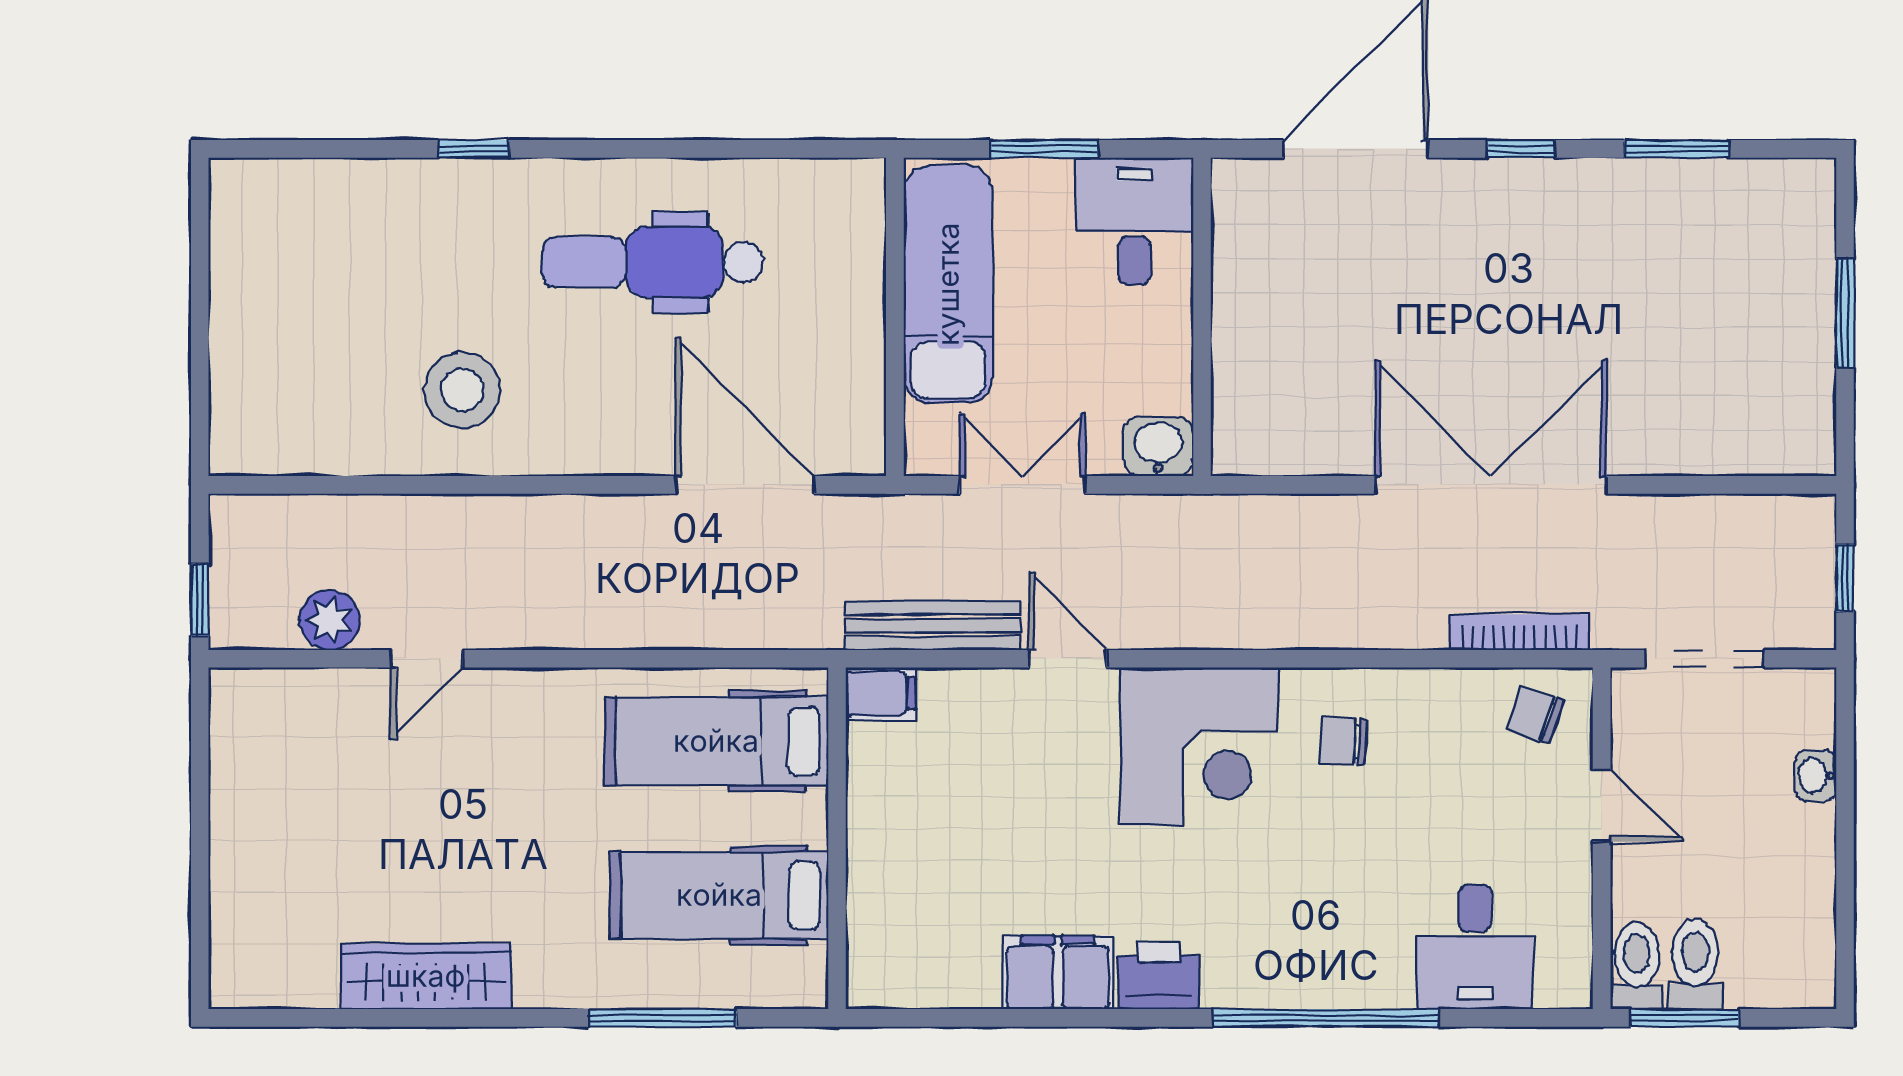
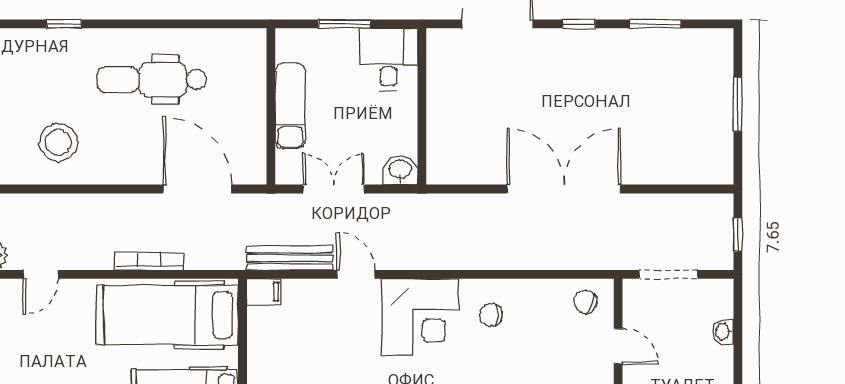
exam couch: (948, 284) -> (290, 106), width x0.73, depth x0.69
bookcase: (1519, 632) -> (149, 261), moved
hospital bed: (716, 741) -> (167, 315), width x1.37, depth x1.29

